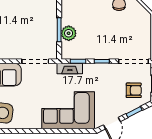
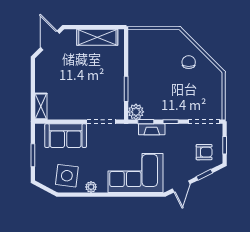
plant: (69, 33) -> (136, 112), moved
fireplace: (70, 69) -> (152, 129), moved
plant: (26, 124) -> (91, 187), added

